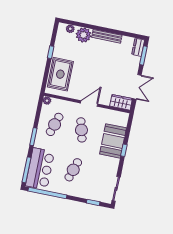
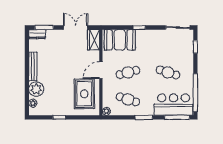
rug: (60, 74) -> (84, 94), moved, turned 90
door: (89, 103) -> (101, 70), hinge flipped
booth: (113, 141) -> (120, 40), moved

